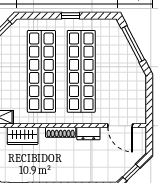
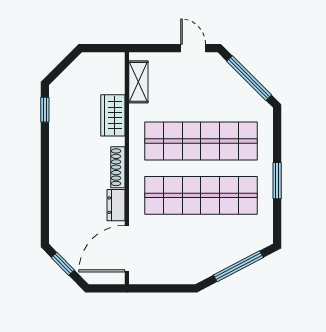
window: (70, 16) -> (277, 181), width x1.50
door: (120, 126) -> (127, 249), width x1.36

